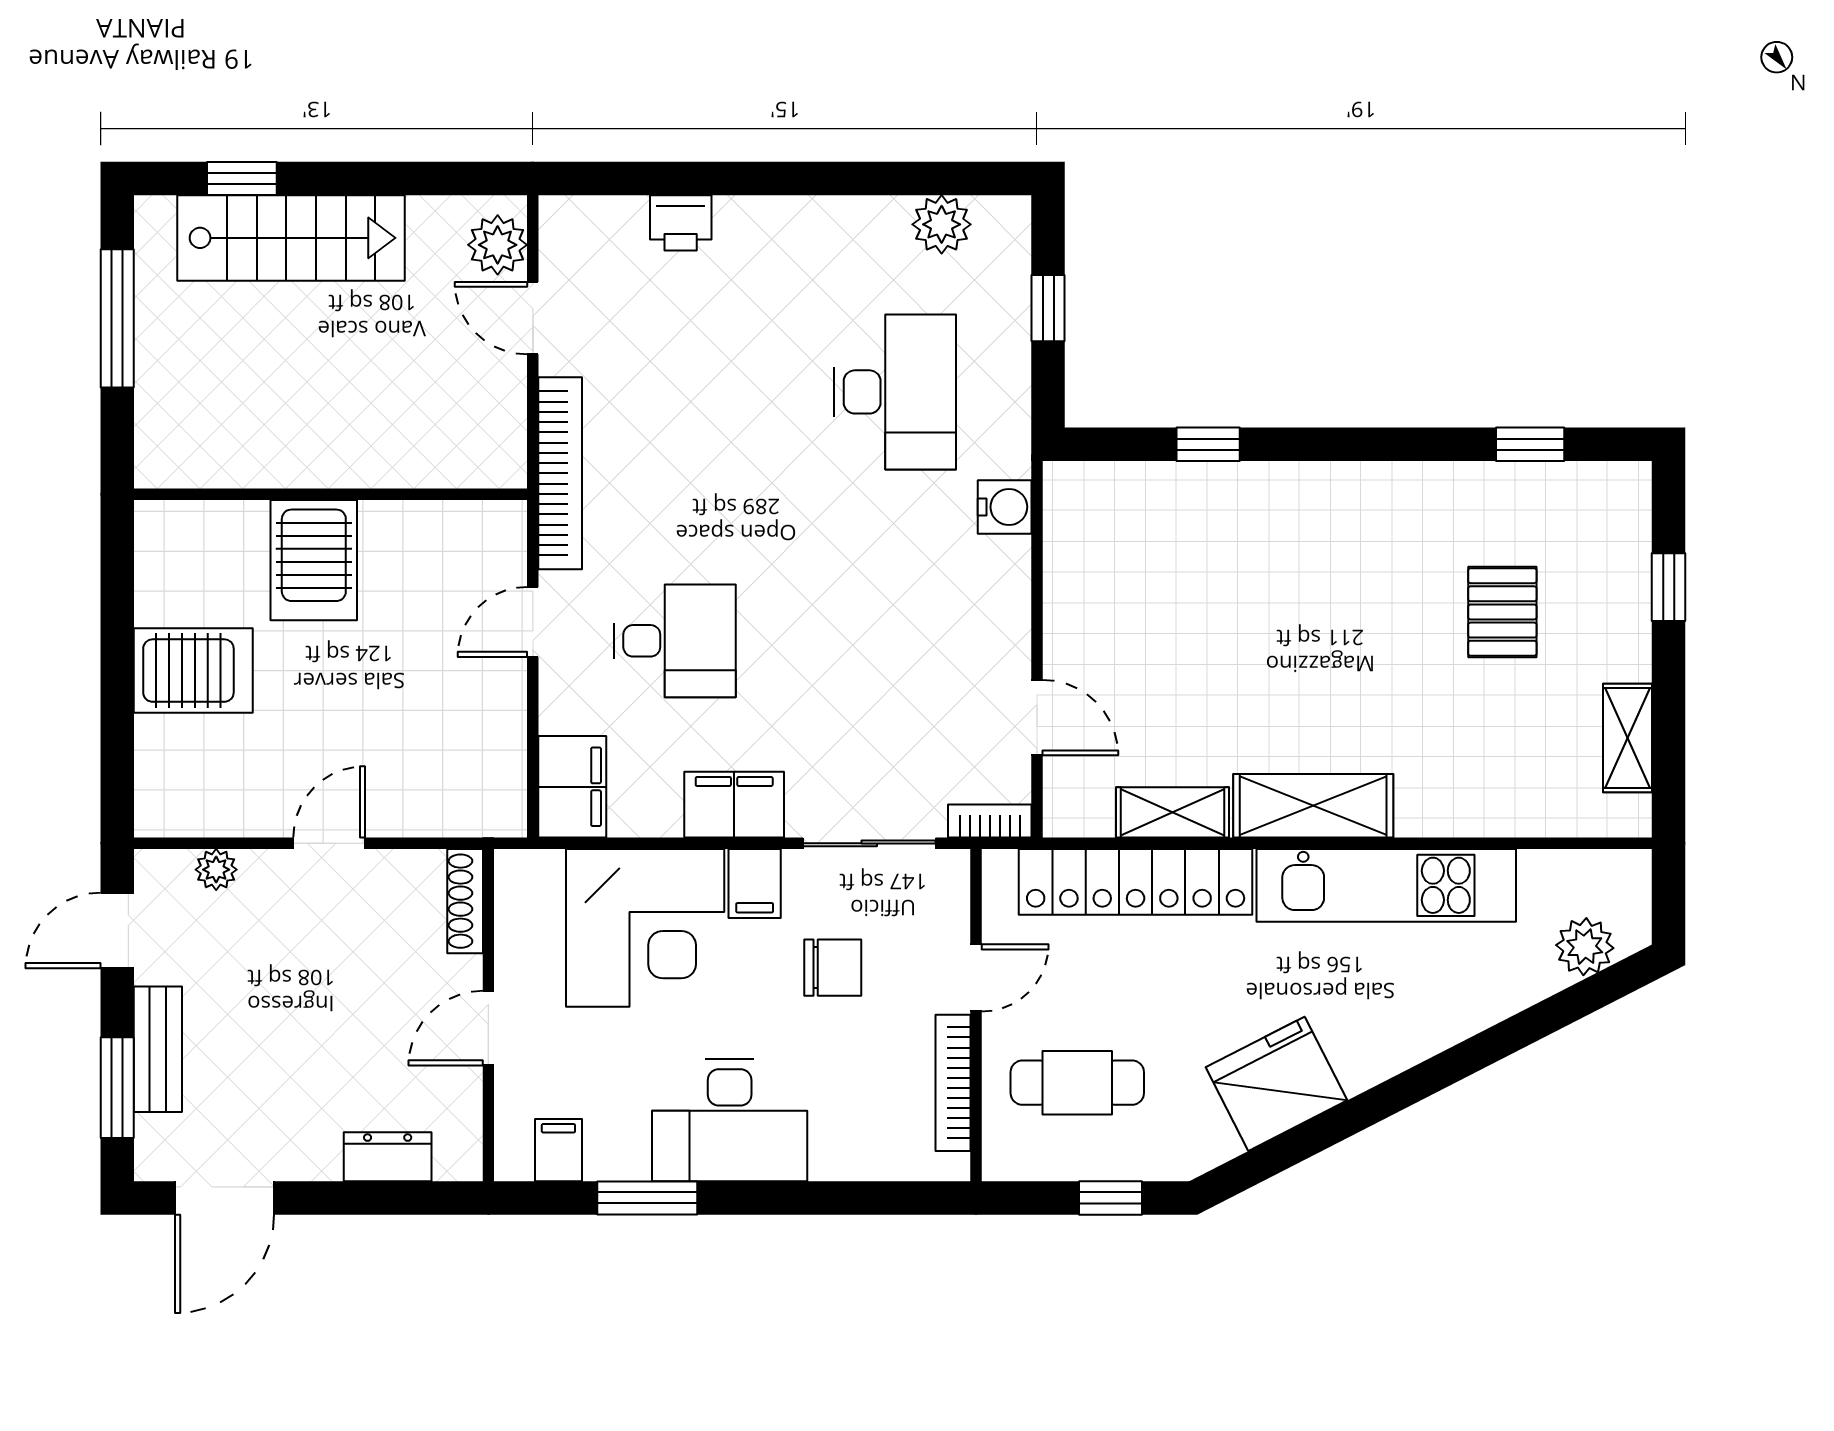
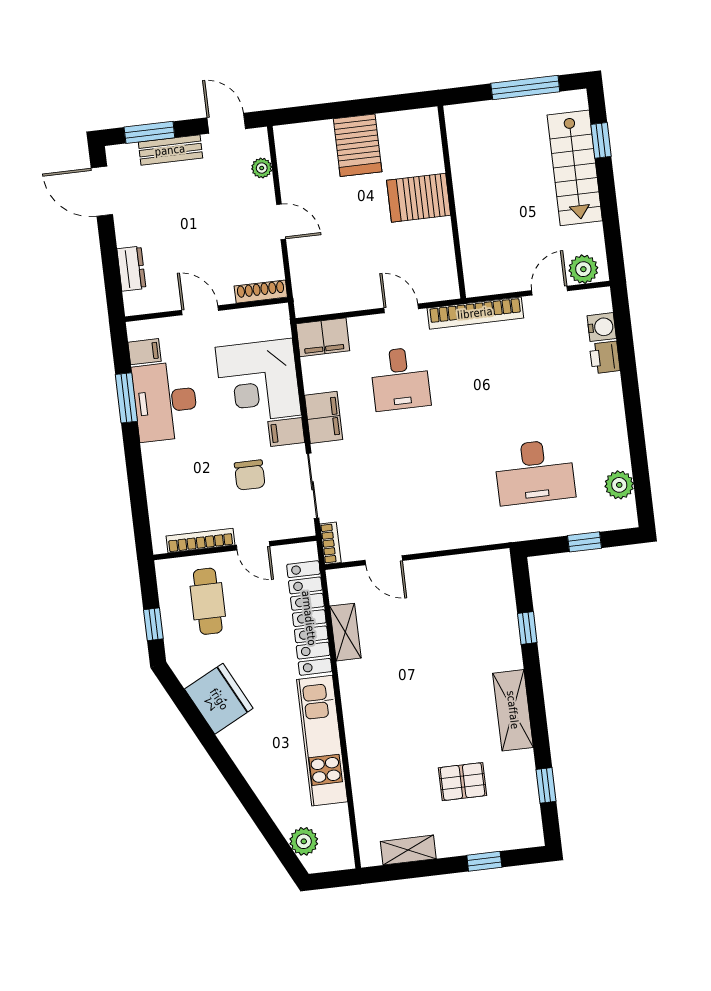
water cooler: (1005, 507) -> (602, 327), moved, turned -90
door: (1037, 718) -> (384, 560), hinge flipped
shelving: (1313, 806) -> (513, 710), moved
desk: (730, 1120) -> (165, 401), moved

